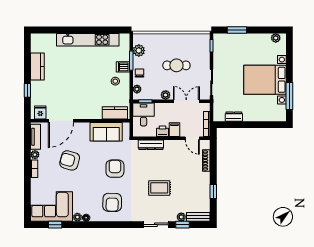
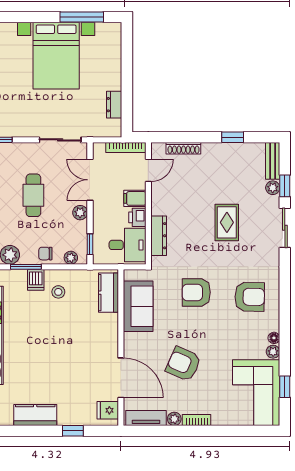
desk: (144, 114) -> (128, 245), moved, turned 180
armchair: (70, 160) -> (183, 364), turned 98

